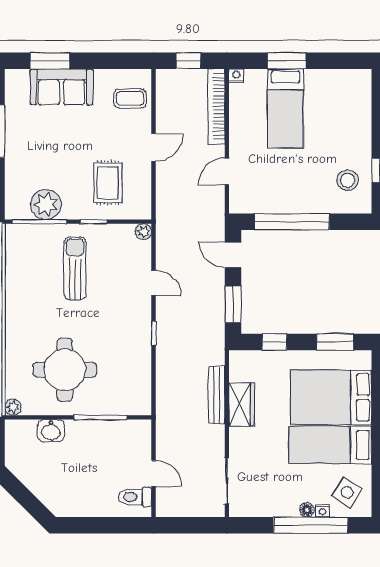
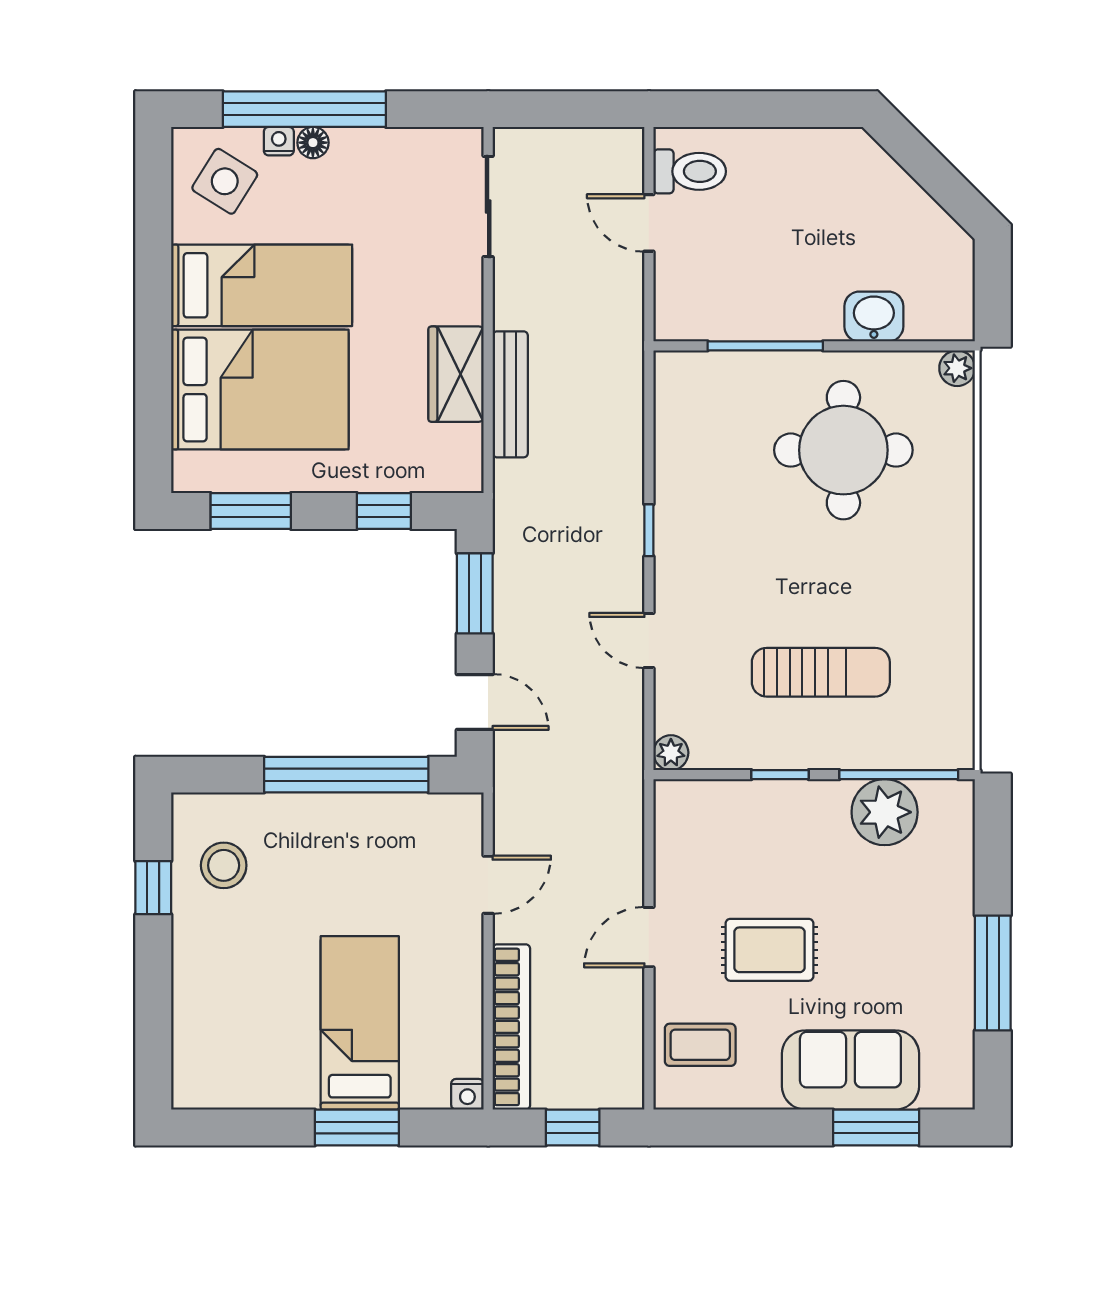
rug: (108, 183) -> (769, 950), moved, turned 90
sun lounger: (75, 268) -> (821, 672), turned -90

